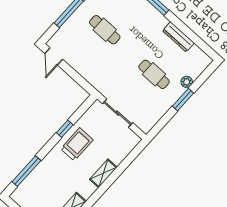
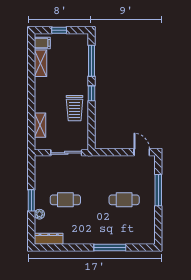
dresser: (178, 37) -> (49, 239), moved
window: (65, 129) -> (92, 93), moved
shelving: (103, 173) -> (40, 125), moved

